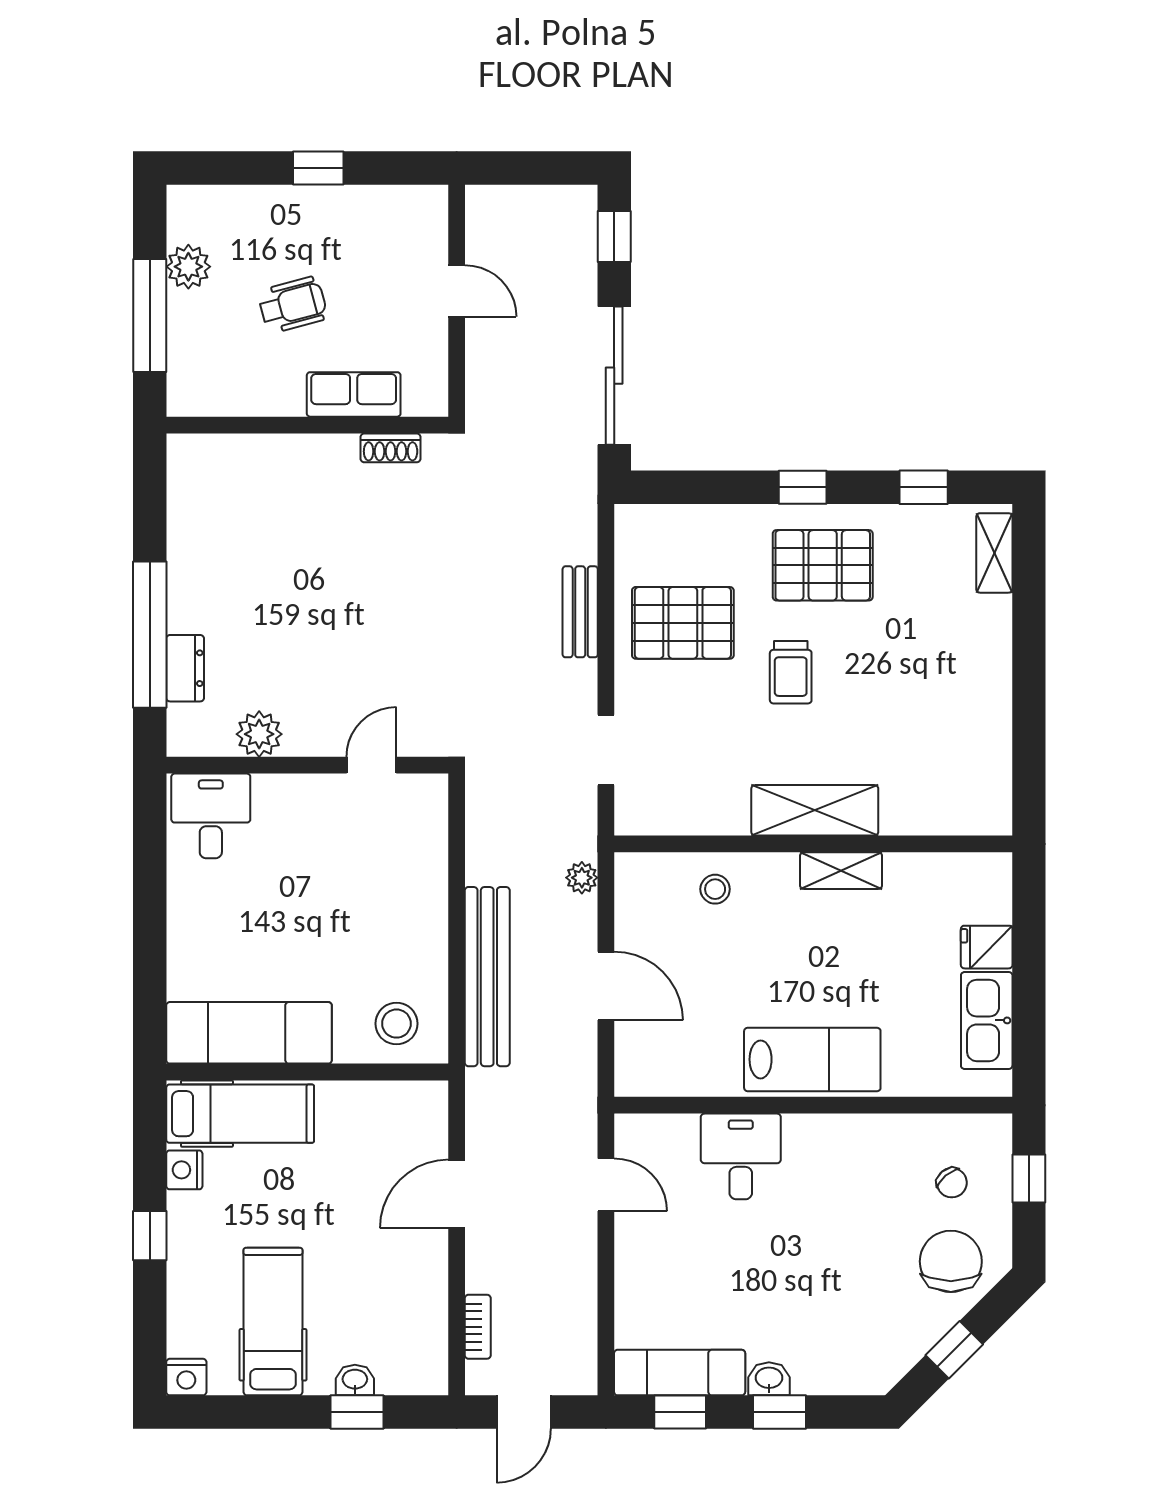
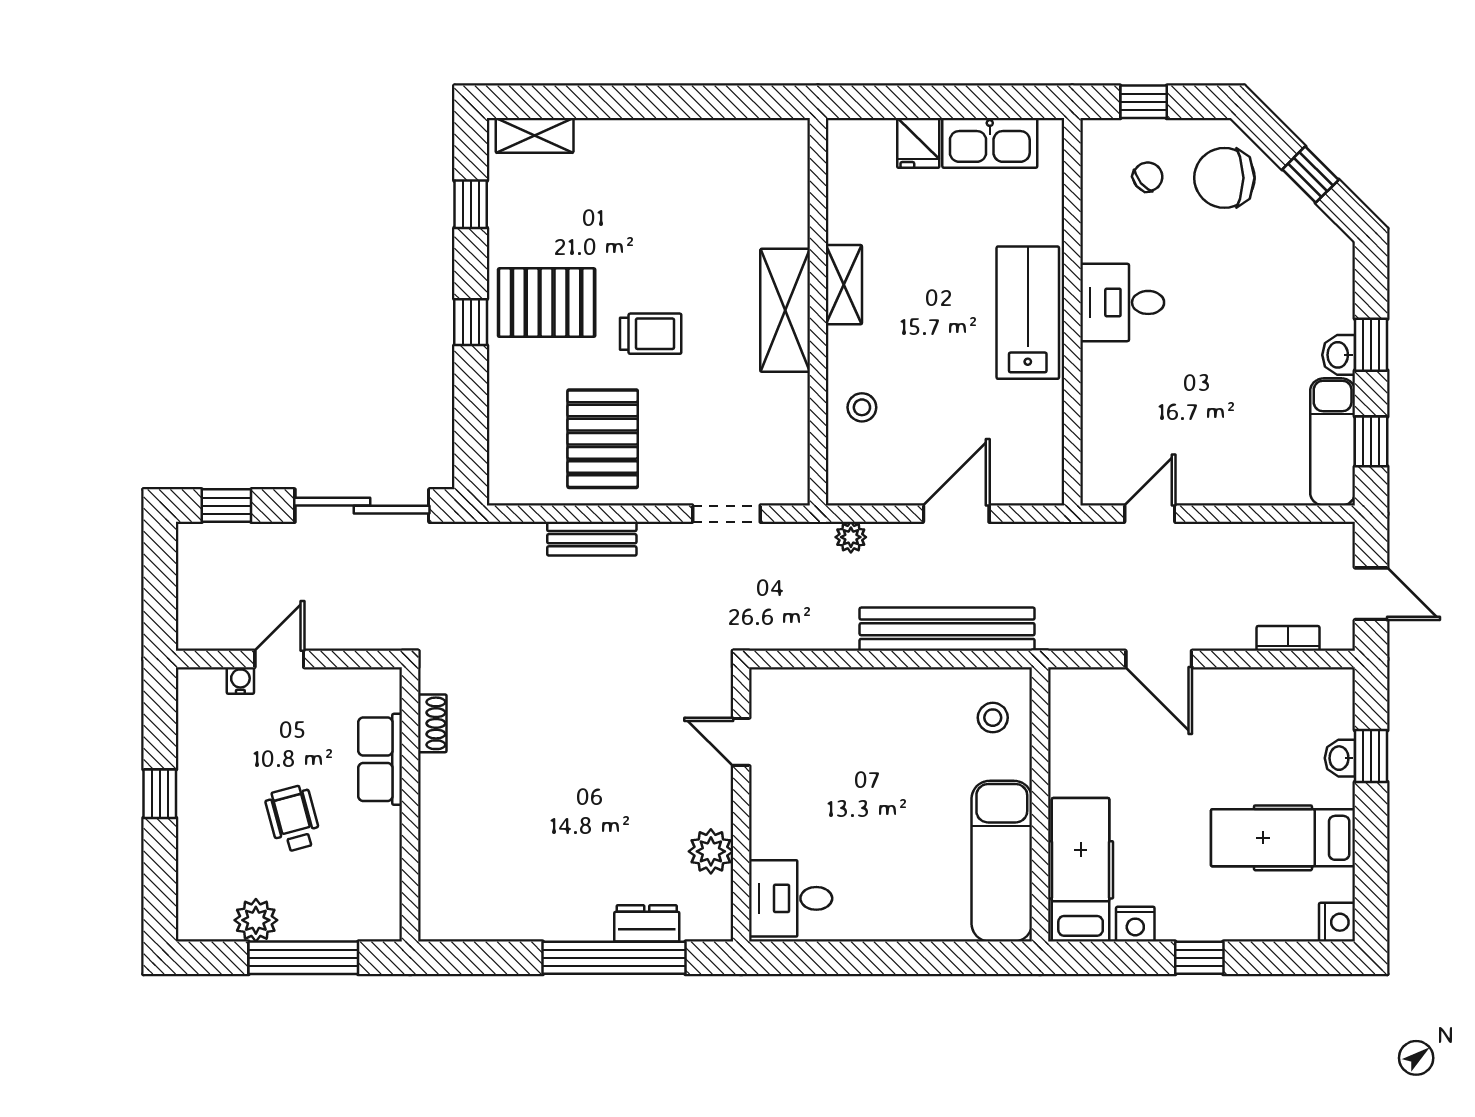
water cooler: (435, 251) -> (240, 681), added
pallet: (823, 565) -> (547, 303), turned 90
stool: (396, 1024) -> (993, 718), width x0.73, depth x0.73
desk: (741, 1156) -> (1122, 302), moved

